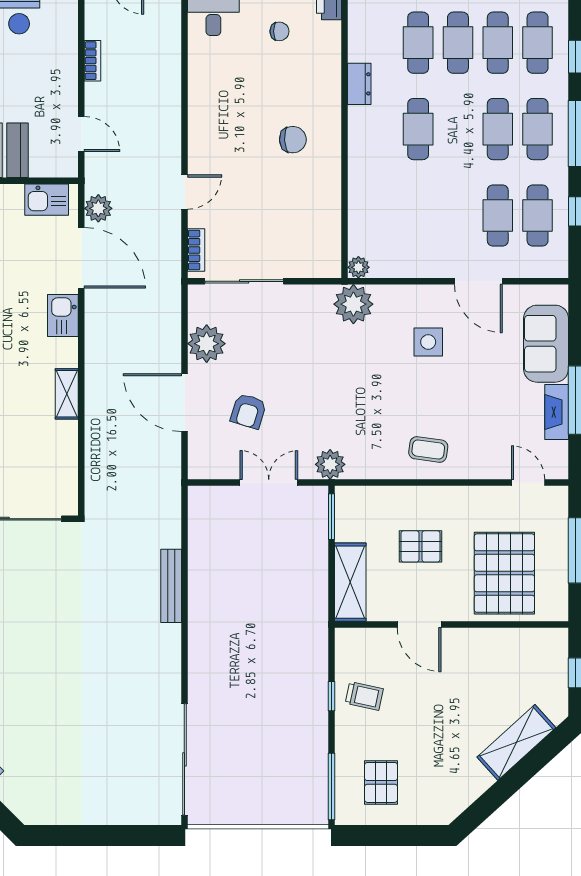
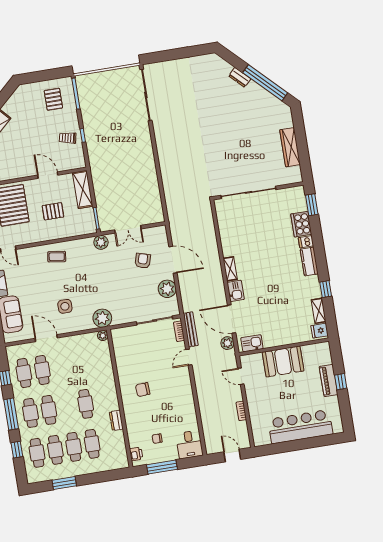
shelving: (67, 394) -> (230, 269), moved
bench: (171, 586) -> (191, 329), moved

